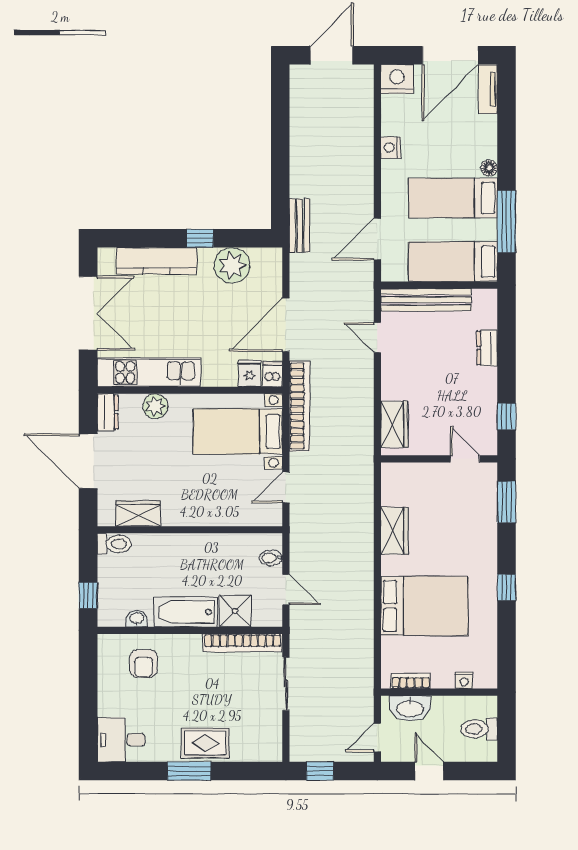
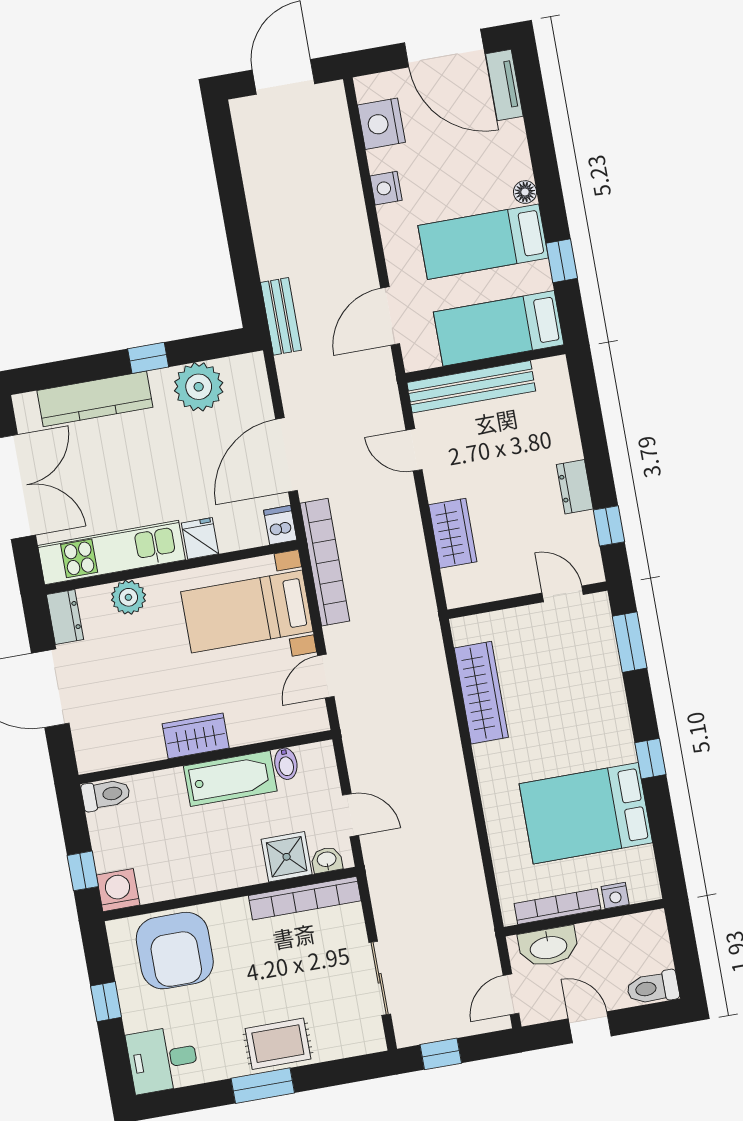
door: (450, 55) -> (445, 48), hinge flipped
nightstand: (397, 79) -> (381, 124), moved, turned -90
window: (507, 222) -> (562, 261), width x0.46
dresser: (487, 348) -> (575, 487), moved
fridge: (249, 373) -> (200, 538), moved
wardrobe: (394, 424) -> (453, 533), moved
wardrobe: (138, 513) -> (196, 736), moved
wardrobe: (394, 531) -> (481, 693), width x1.50
bidet: (271, 558) -> (286, 764), moved, turned -90
bed: (425, 606) -> (586, 813), moved, turned 180
bathtub: (186, 612) -> (230, 778), moved, turned 180
washing machine: (111, 613) -> (118, 890), added
washbasin: (137, 618) -> (327, 860), moved
armchair: (143, 664) -> (175, 951), width x1.88, depth x1.88
bookcase: (411, 681) -> (558, 907), width x1.56
sliding door: (286, 684) -> (380, 978), moved
window: (88, 691) -> (106, 1002), added
toilet: (479, 729) -> (653, 988), moved

